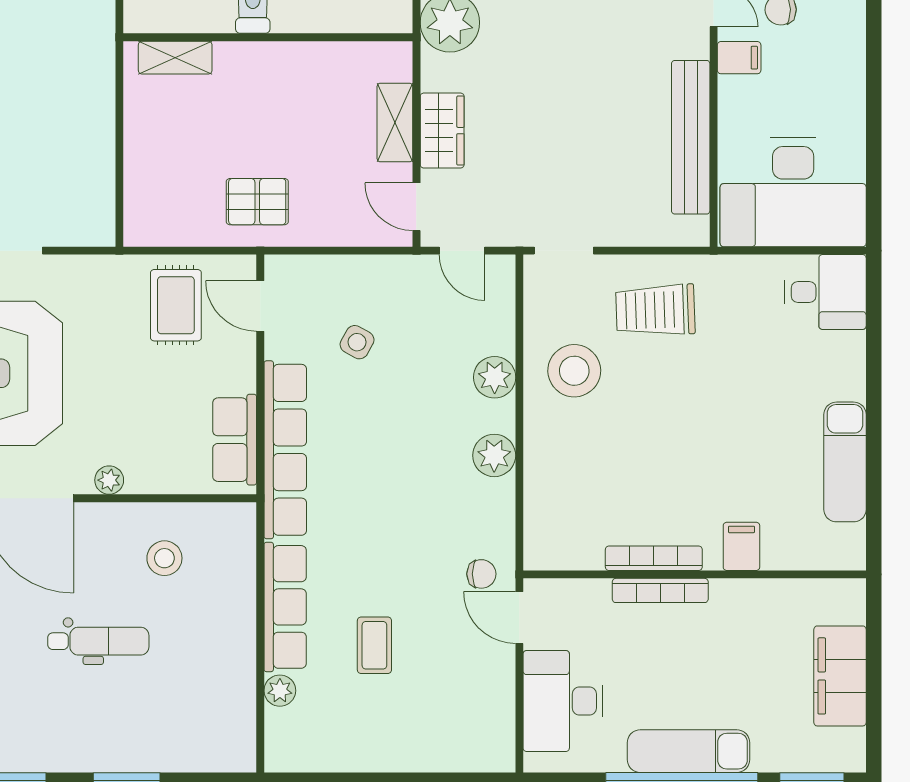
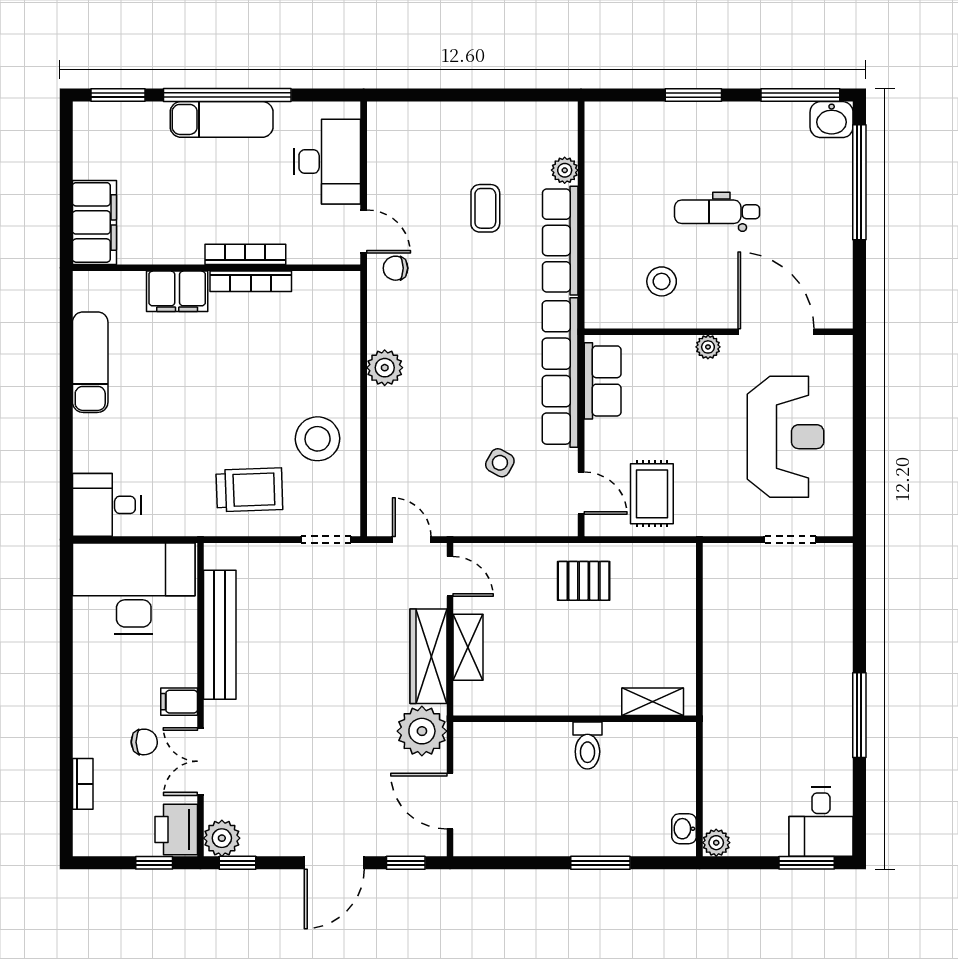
wardrobe: (442, 131) -> (428, 656), width x1.50
plant: (495, 377) -> (384, 433), removed
filing cabinet: (741, 546) -> (177, 291), width x2.00
filing cabinet: (840, 676) -> (94, 222), moved

